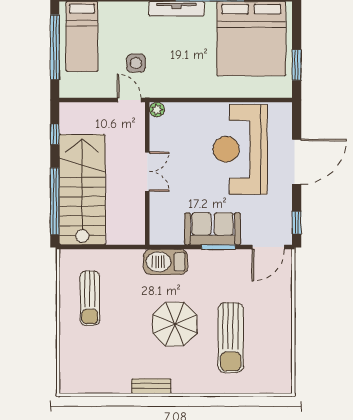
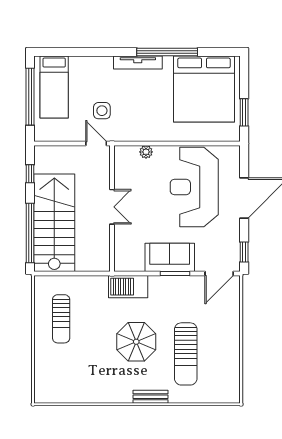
plant: (157, 110) -> (146, 152), moved
bench: (151, 386) -> (151, 397), moved

